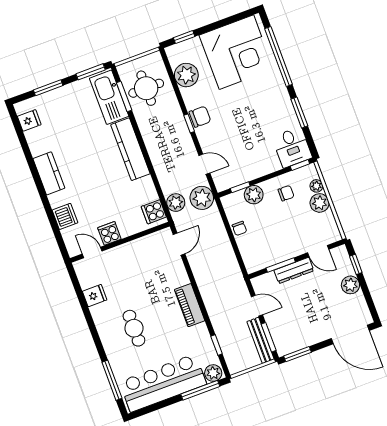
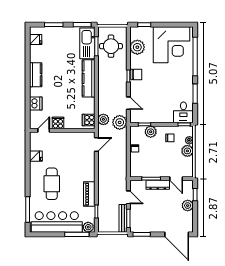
door: (92, 253) -> (44, 130), hinge flipped
piano: (190, 305) -> (89, 194), moved
cafe table: (134, 328) -> (52, 184), width x1.37, depth x1.35

